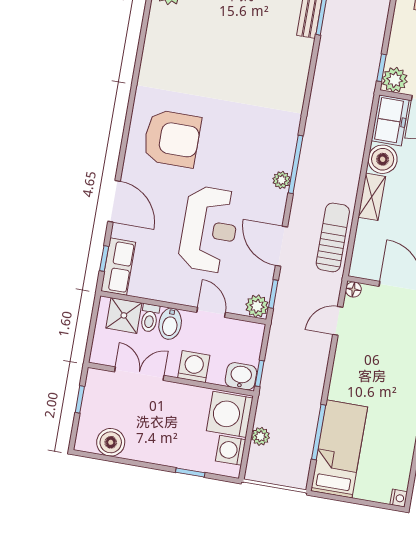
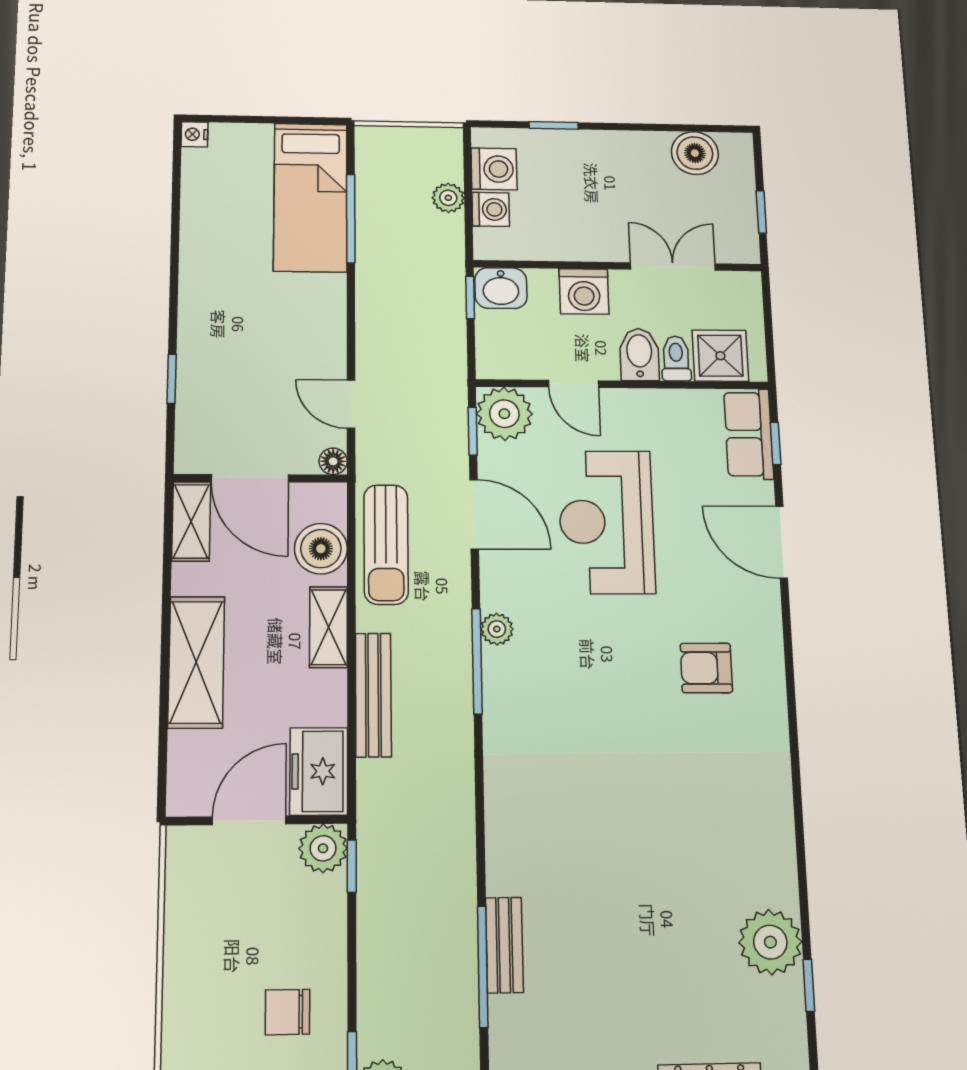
armchair: (172, 139) -> (706, 668), width x0.53, depth x0.53
bench: (354, 156) -> (373, 695), added
boiler: (383, 159) -> (321, 549), moved
plant: (257, 306) -> (504, 414), width x1.36, depth x1.36
door: (338, 321) -> (351, 404), swing flipped
double door: (139, 374) -> (673, 266), swing flipped
washing machine: (230, 414) -> (491, 209), width x0.53, depth x0.53

